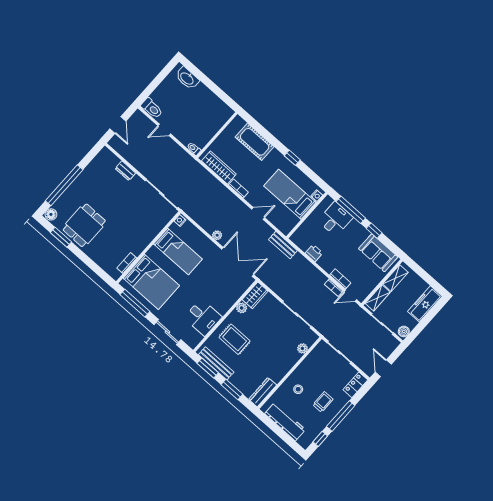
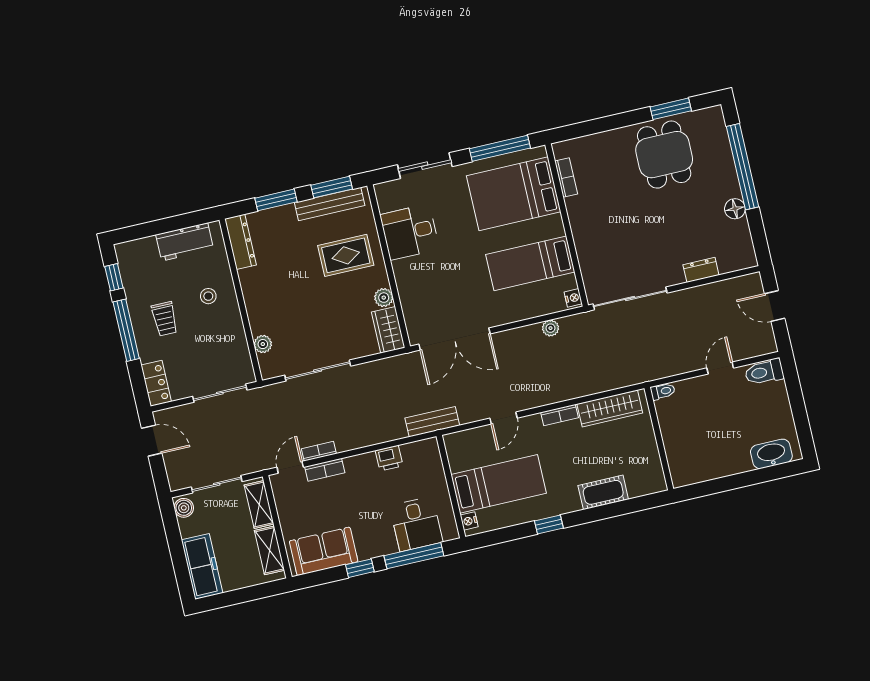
cot: (255, 142) -> (603, 492), width x0.73, depth x0.75
floor lamp: (51, 214) -> (735, 209), moved
plant: (217, 235) -> (550, 328), moved
workbench: (285, 422) -> (185, 242), width x0.73

